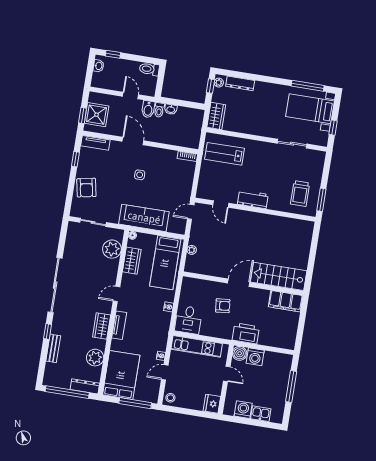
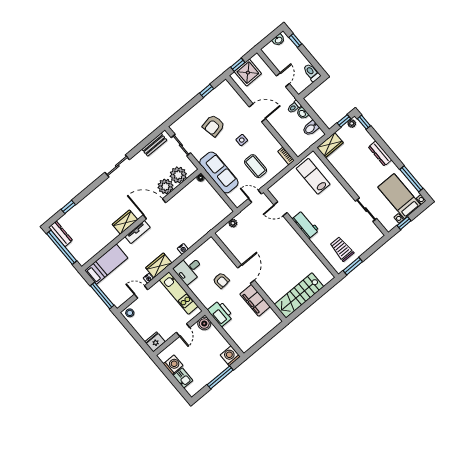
window: (228, 73) -> (364, 122), added
dresser: (240, 83) -> (380, 153), moved
bidet: (148, 109) -> (311, 128), moved
door: (133, 141) -> (257, 113), hinge flipped
tv unit: (95, 143) -> (230, 91), removed
coffee table: (170, 186) -> (256, 166), added
armchair: (86, 188) -> (214, 126), moved
trolley: (300, 193) -> (342, 249), turned 90
door: (221, 204) -> (280, 209), hinge flipped
wardrobe: (132, 261) -> (159, 265), moved, turned 180
bed: (165, 263) -> (207, 216), removed
stairs: (279, 276) -> (299, 295), moved, turned -90
door: (239, 283) -> (246, 274), hinge flipped
sliding door: (55, 285) -> (117, 166), width x0.54
door: (116, 294) -> (154, 209), width x1.88
filing cabinet: (286, 301) -> (255, 300), moved
window: (48, 331) -> (68, 207), moved
bench: (53, 348) -> (154, 145), moved
washing machine: (255, 357) -> (230, 356), moved, turned 90
plant: (95, 358) -> (165, 186), moved
bed: (121, 375) -> (106, 264), width x0.67
dresser: (85, 386) -> (61, 234), moved

